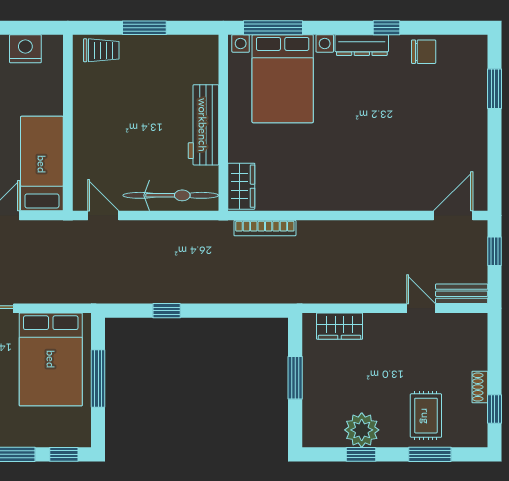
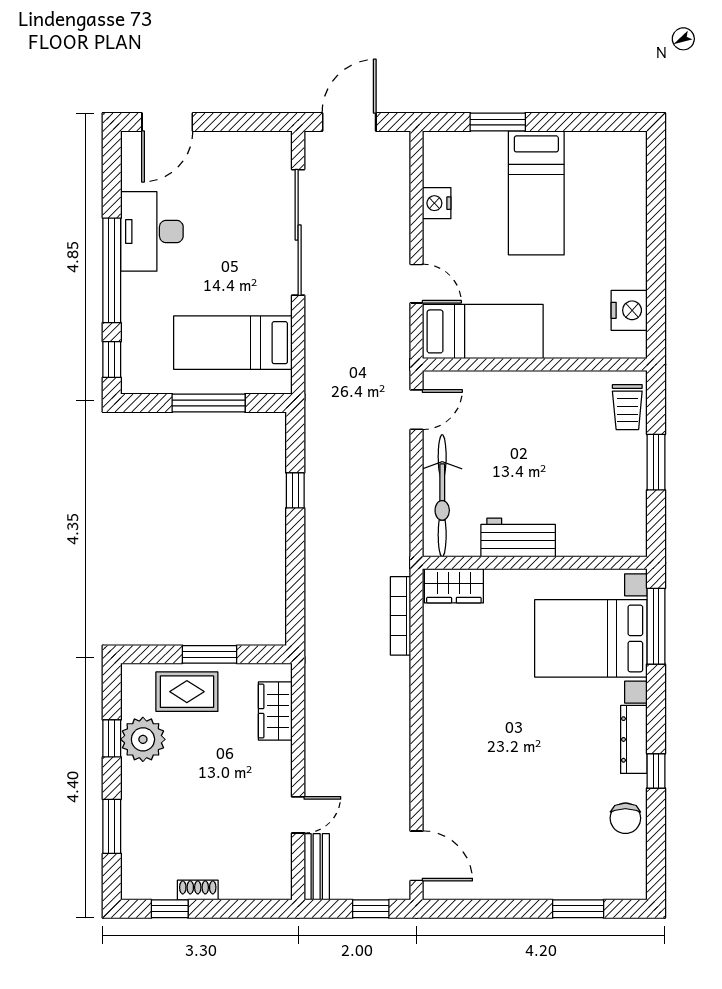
workbench: (203, 125) -> (518, 537), width x0.73
bed: (51, 359) -> (233, 343), width x0.67
rug: (426, 416) -> (187, 692), moved

